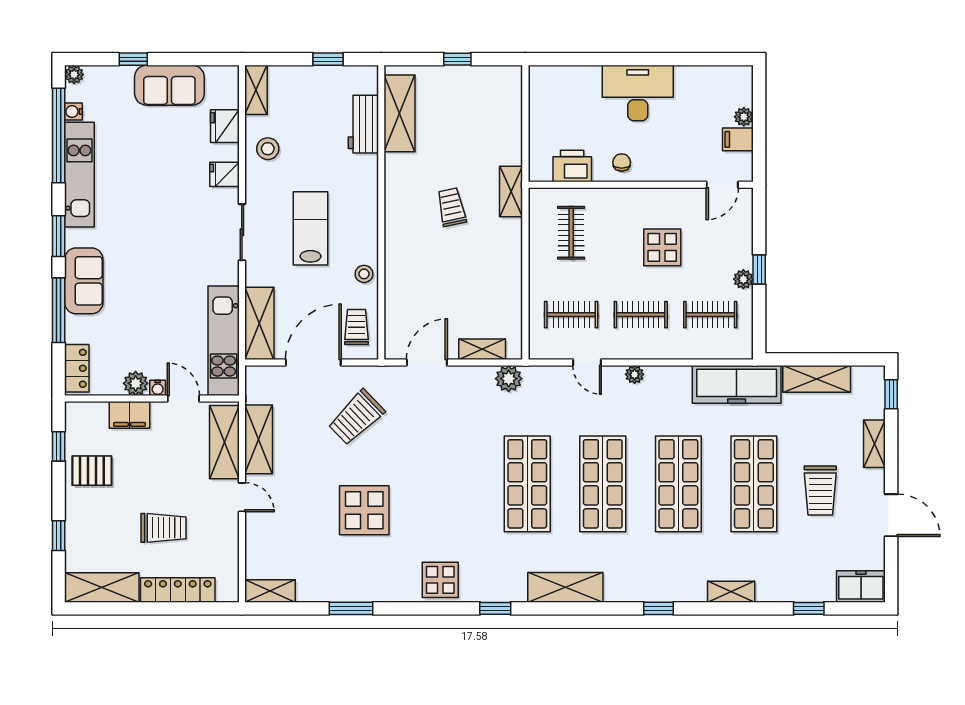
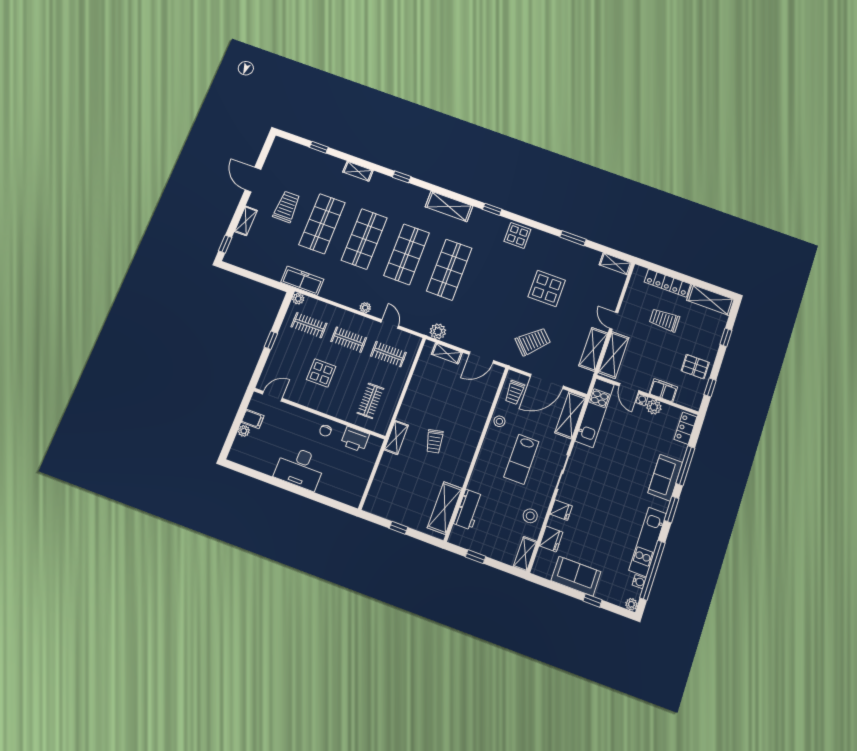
plant: (743, 279) -> (298, 299), moved
shelving: (817, 379) -> (263, 268), removed
freezer: (737, 384) -> (302, 281), width x0.73, depth x0.79
freezer: (861, 586) -> (285, 148), removed

